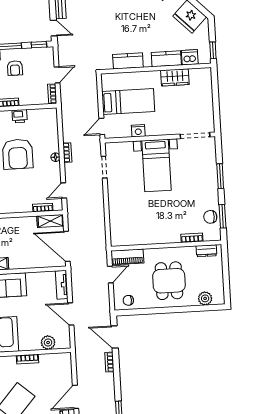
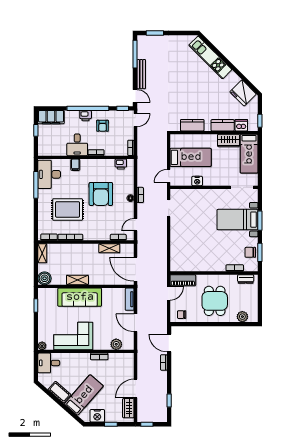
door: (57, 75) -> (136, 120), moved
bed: (202, 93) -> (249, 154), added
printer: (20, 116) -> (121, 164), moved
bed with nightstands: (156, 165) -> (237, 220), moved, turned 90
shelving: (50, 221) -> (109, 248), moved

